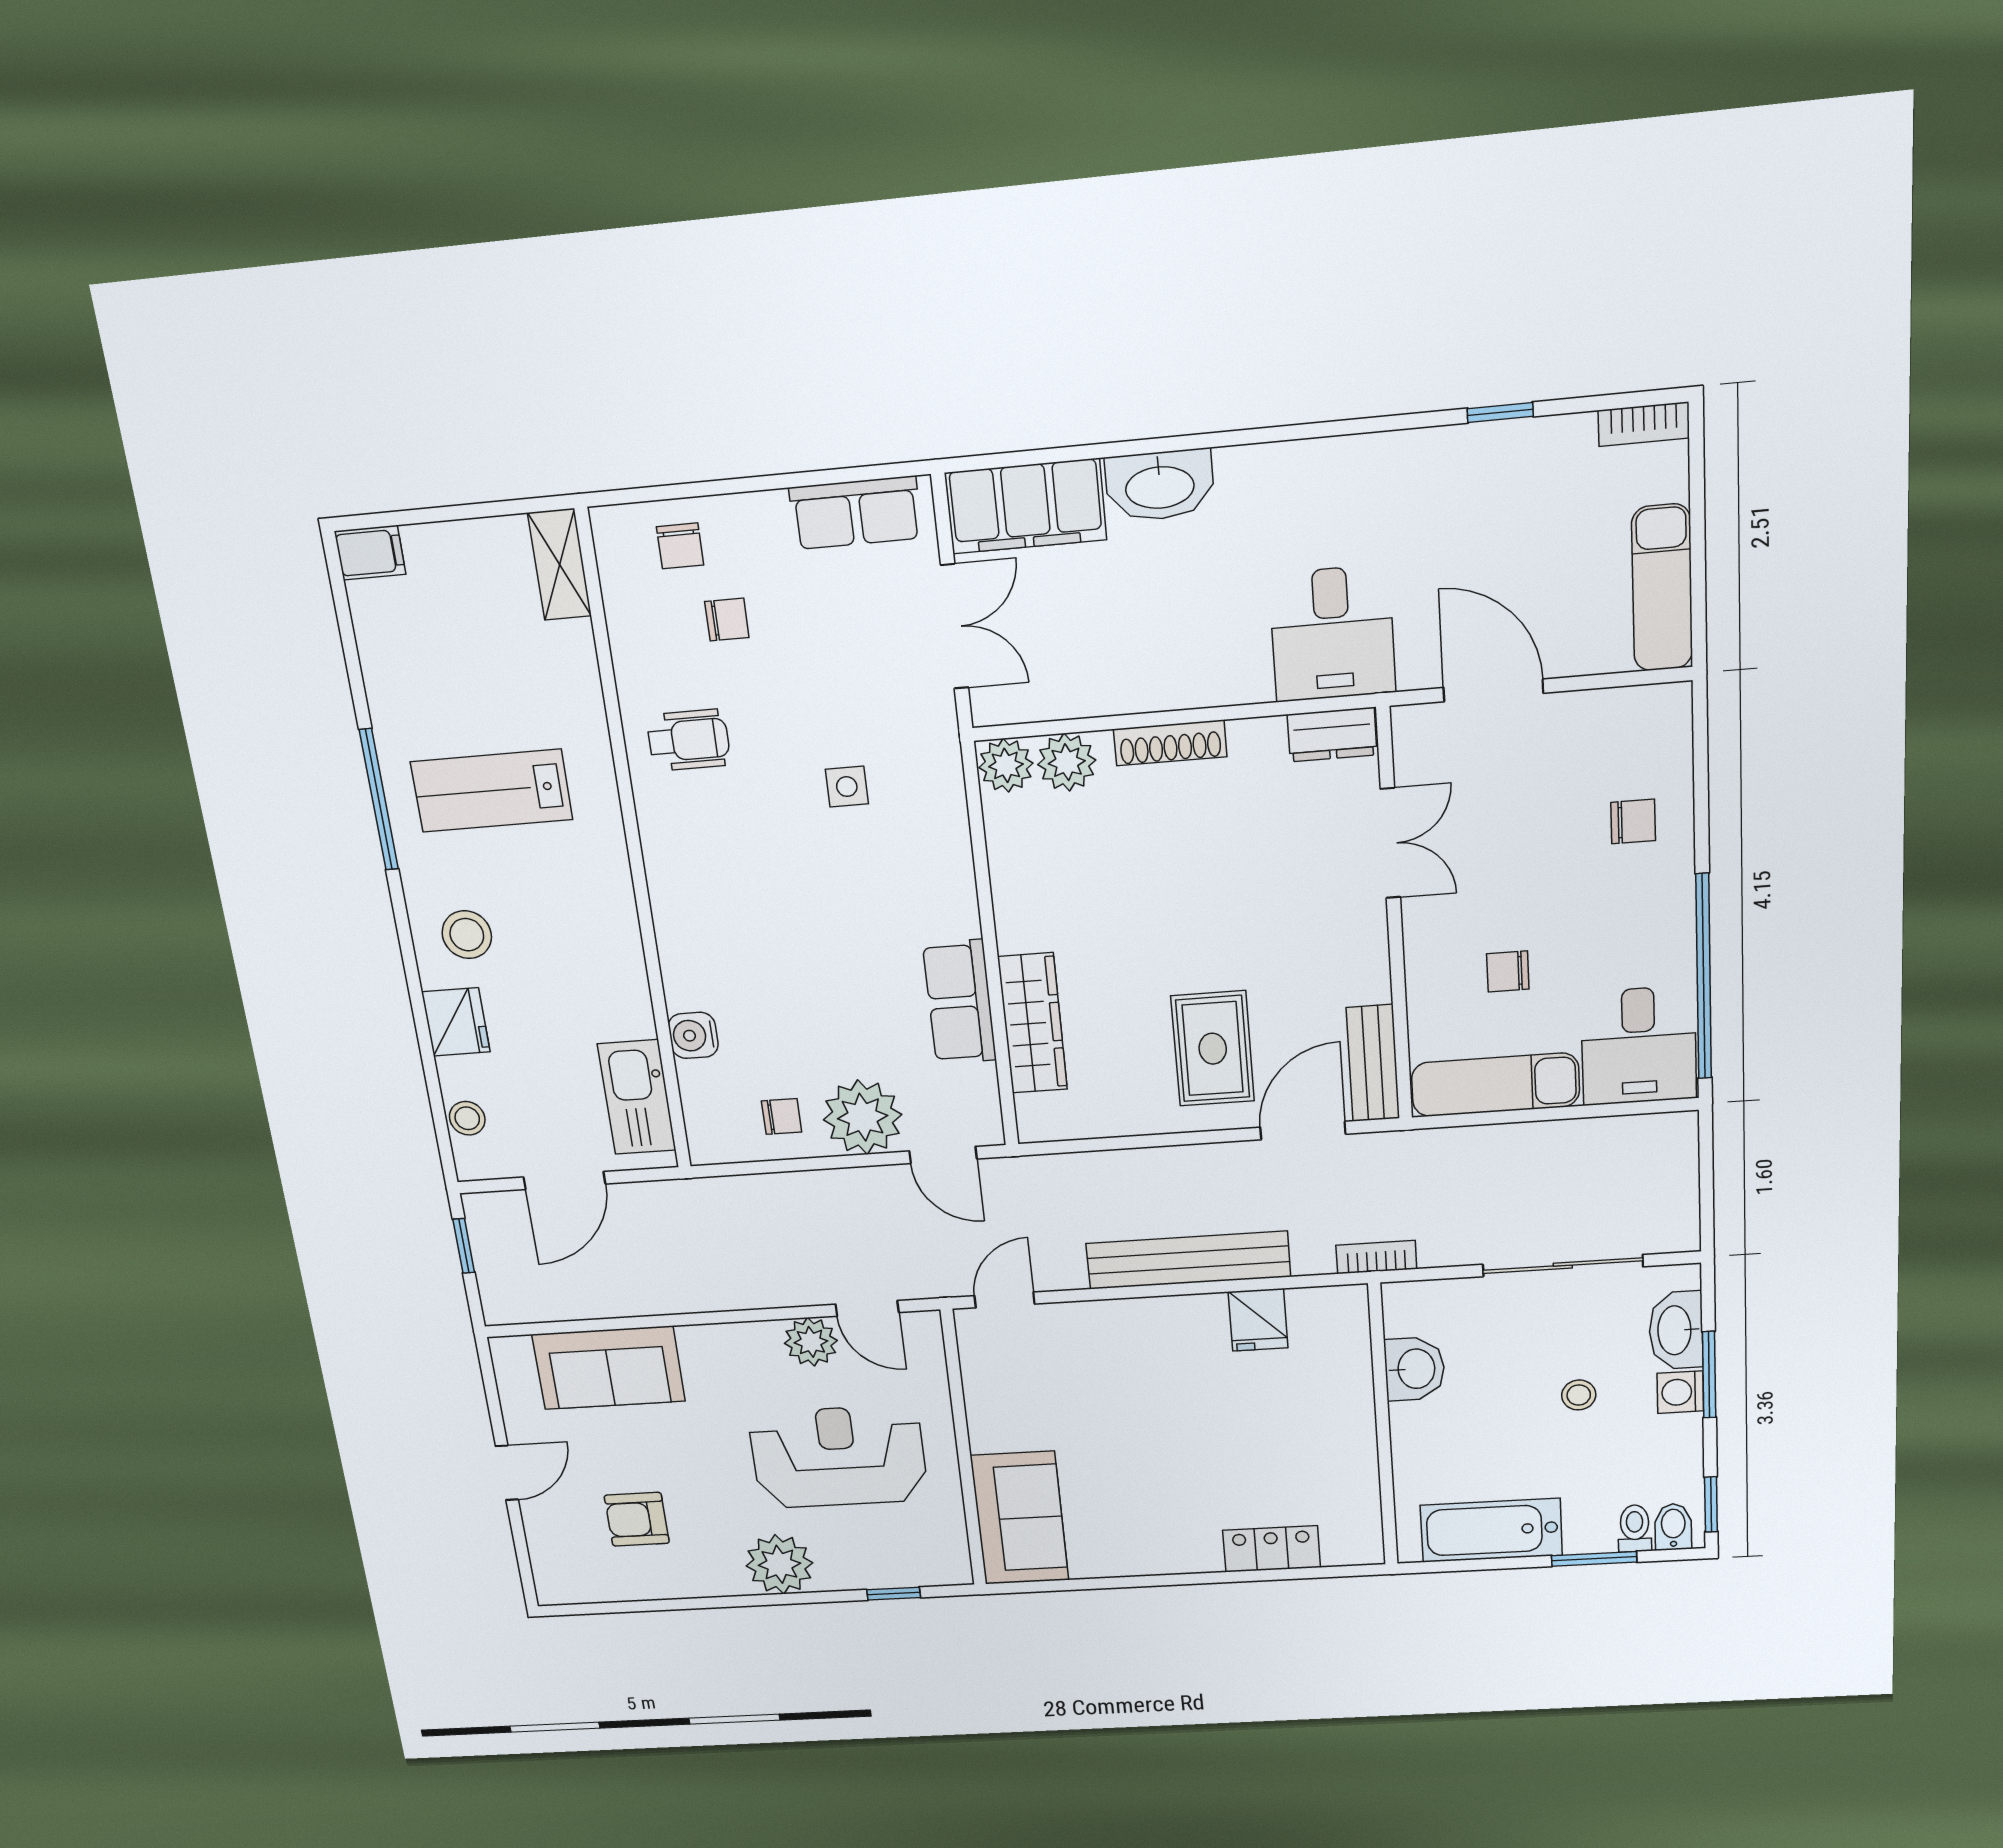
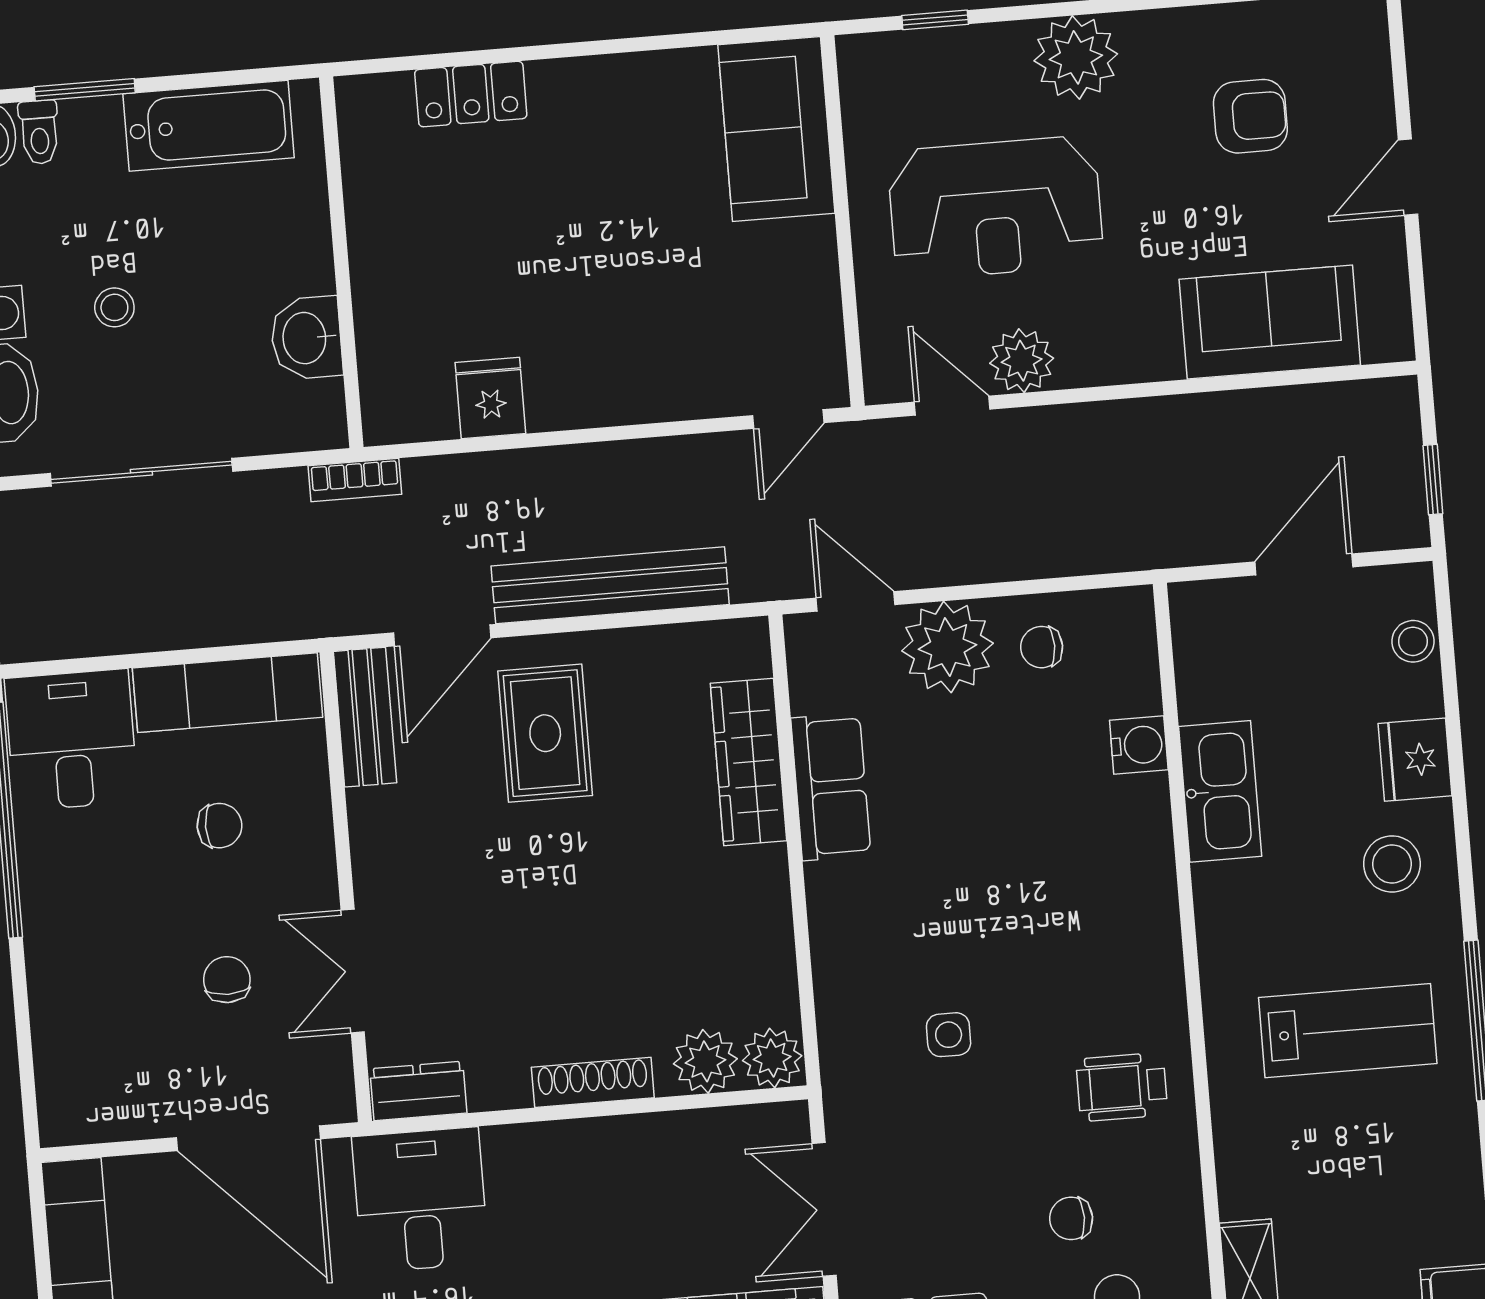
door: (1493, 690) -> (248, 1138), width x1.36
chair: (1633, 821) -> (227, 980), moved, turned 90
kitchen sink: (637, 1097) -> (1220, 791), moved
bench: (1188, 1260) -> (610, 585), moved

